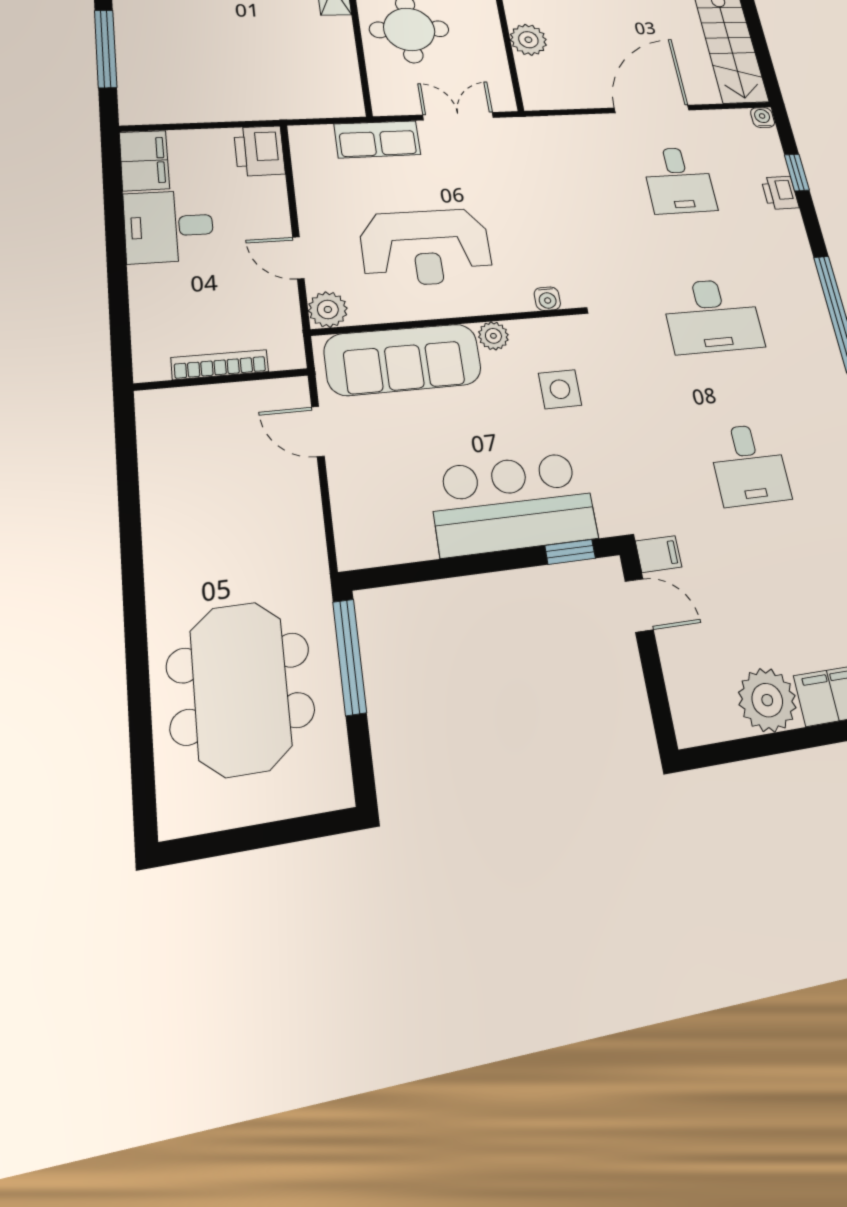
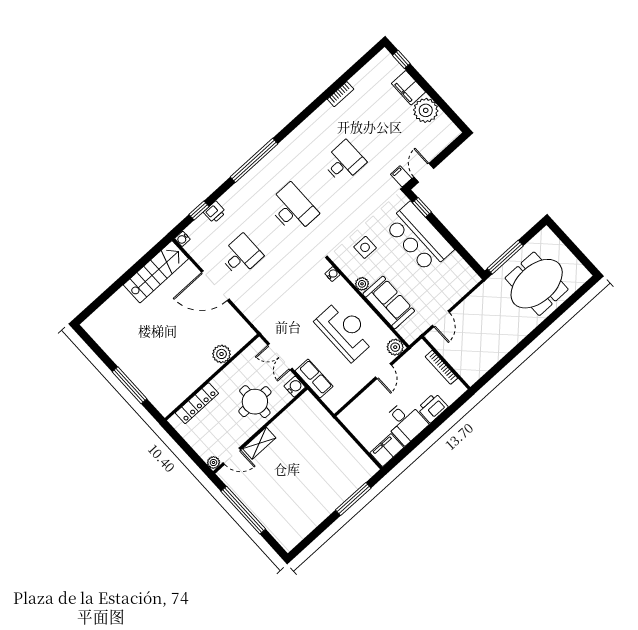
water cooler: (387, 101) -> (295, 387), added
printer: (259, 151) -> (433, 408), moved, turned 180
sofa: (403, 359) -> (389, 303), width x0.73

